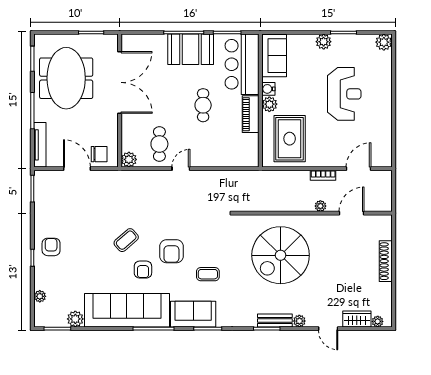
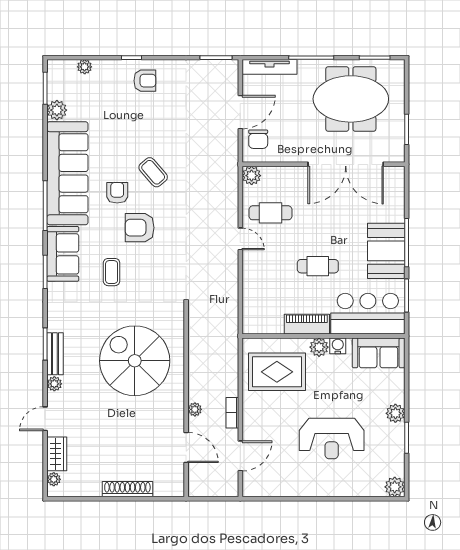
door: (358, 169) -> (240, 456), hinge flipped
armchair: (143, 270) -> (117, 193), turned 90

